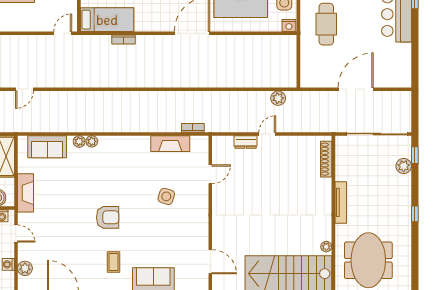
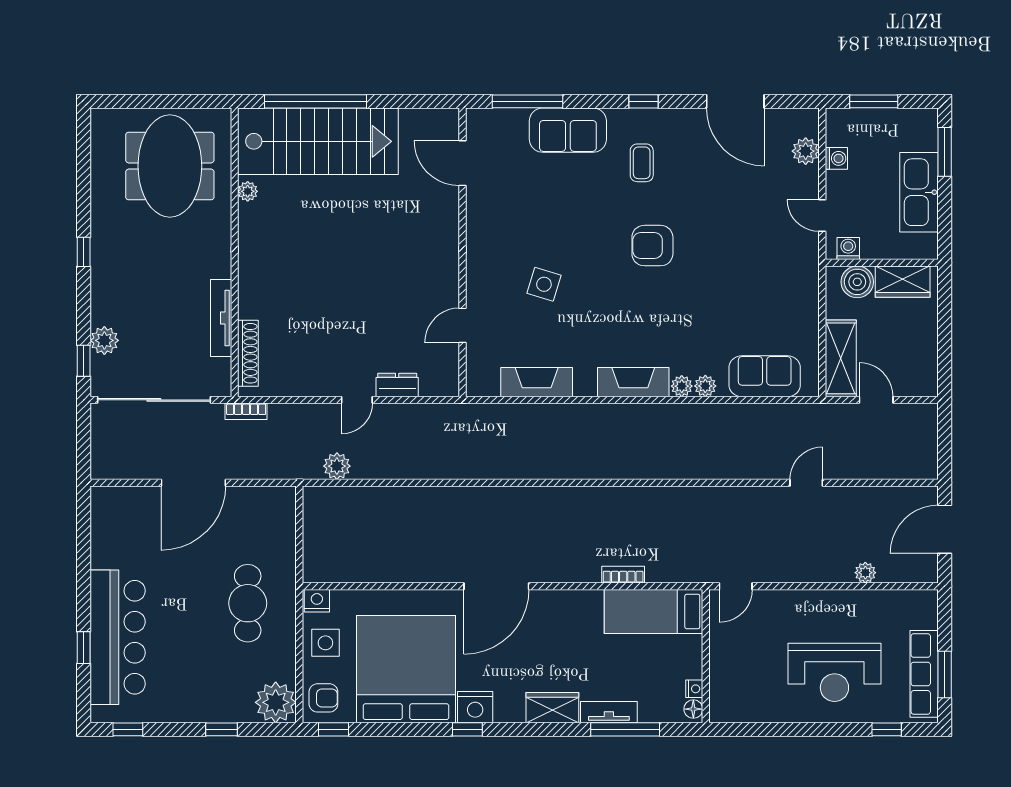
bookcase: (193, 128) -> (246, 411), moved
fireplace: (26, 193) -> (633, 382), moved, turned 90
tv unit: (341, 202) -> (221, 318), moved

